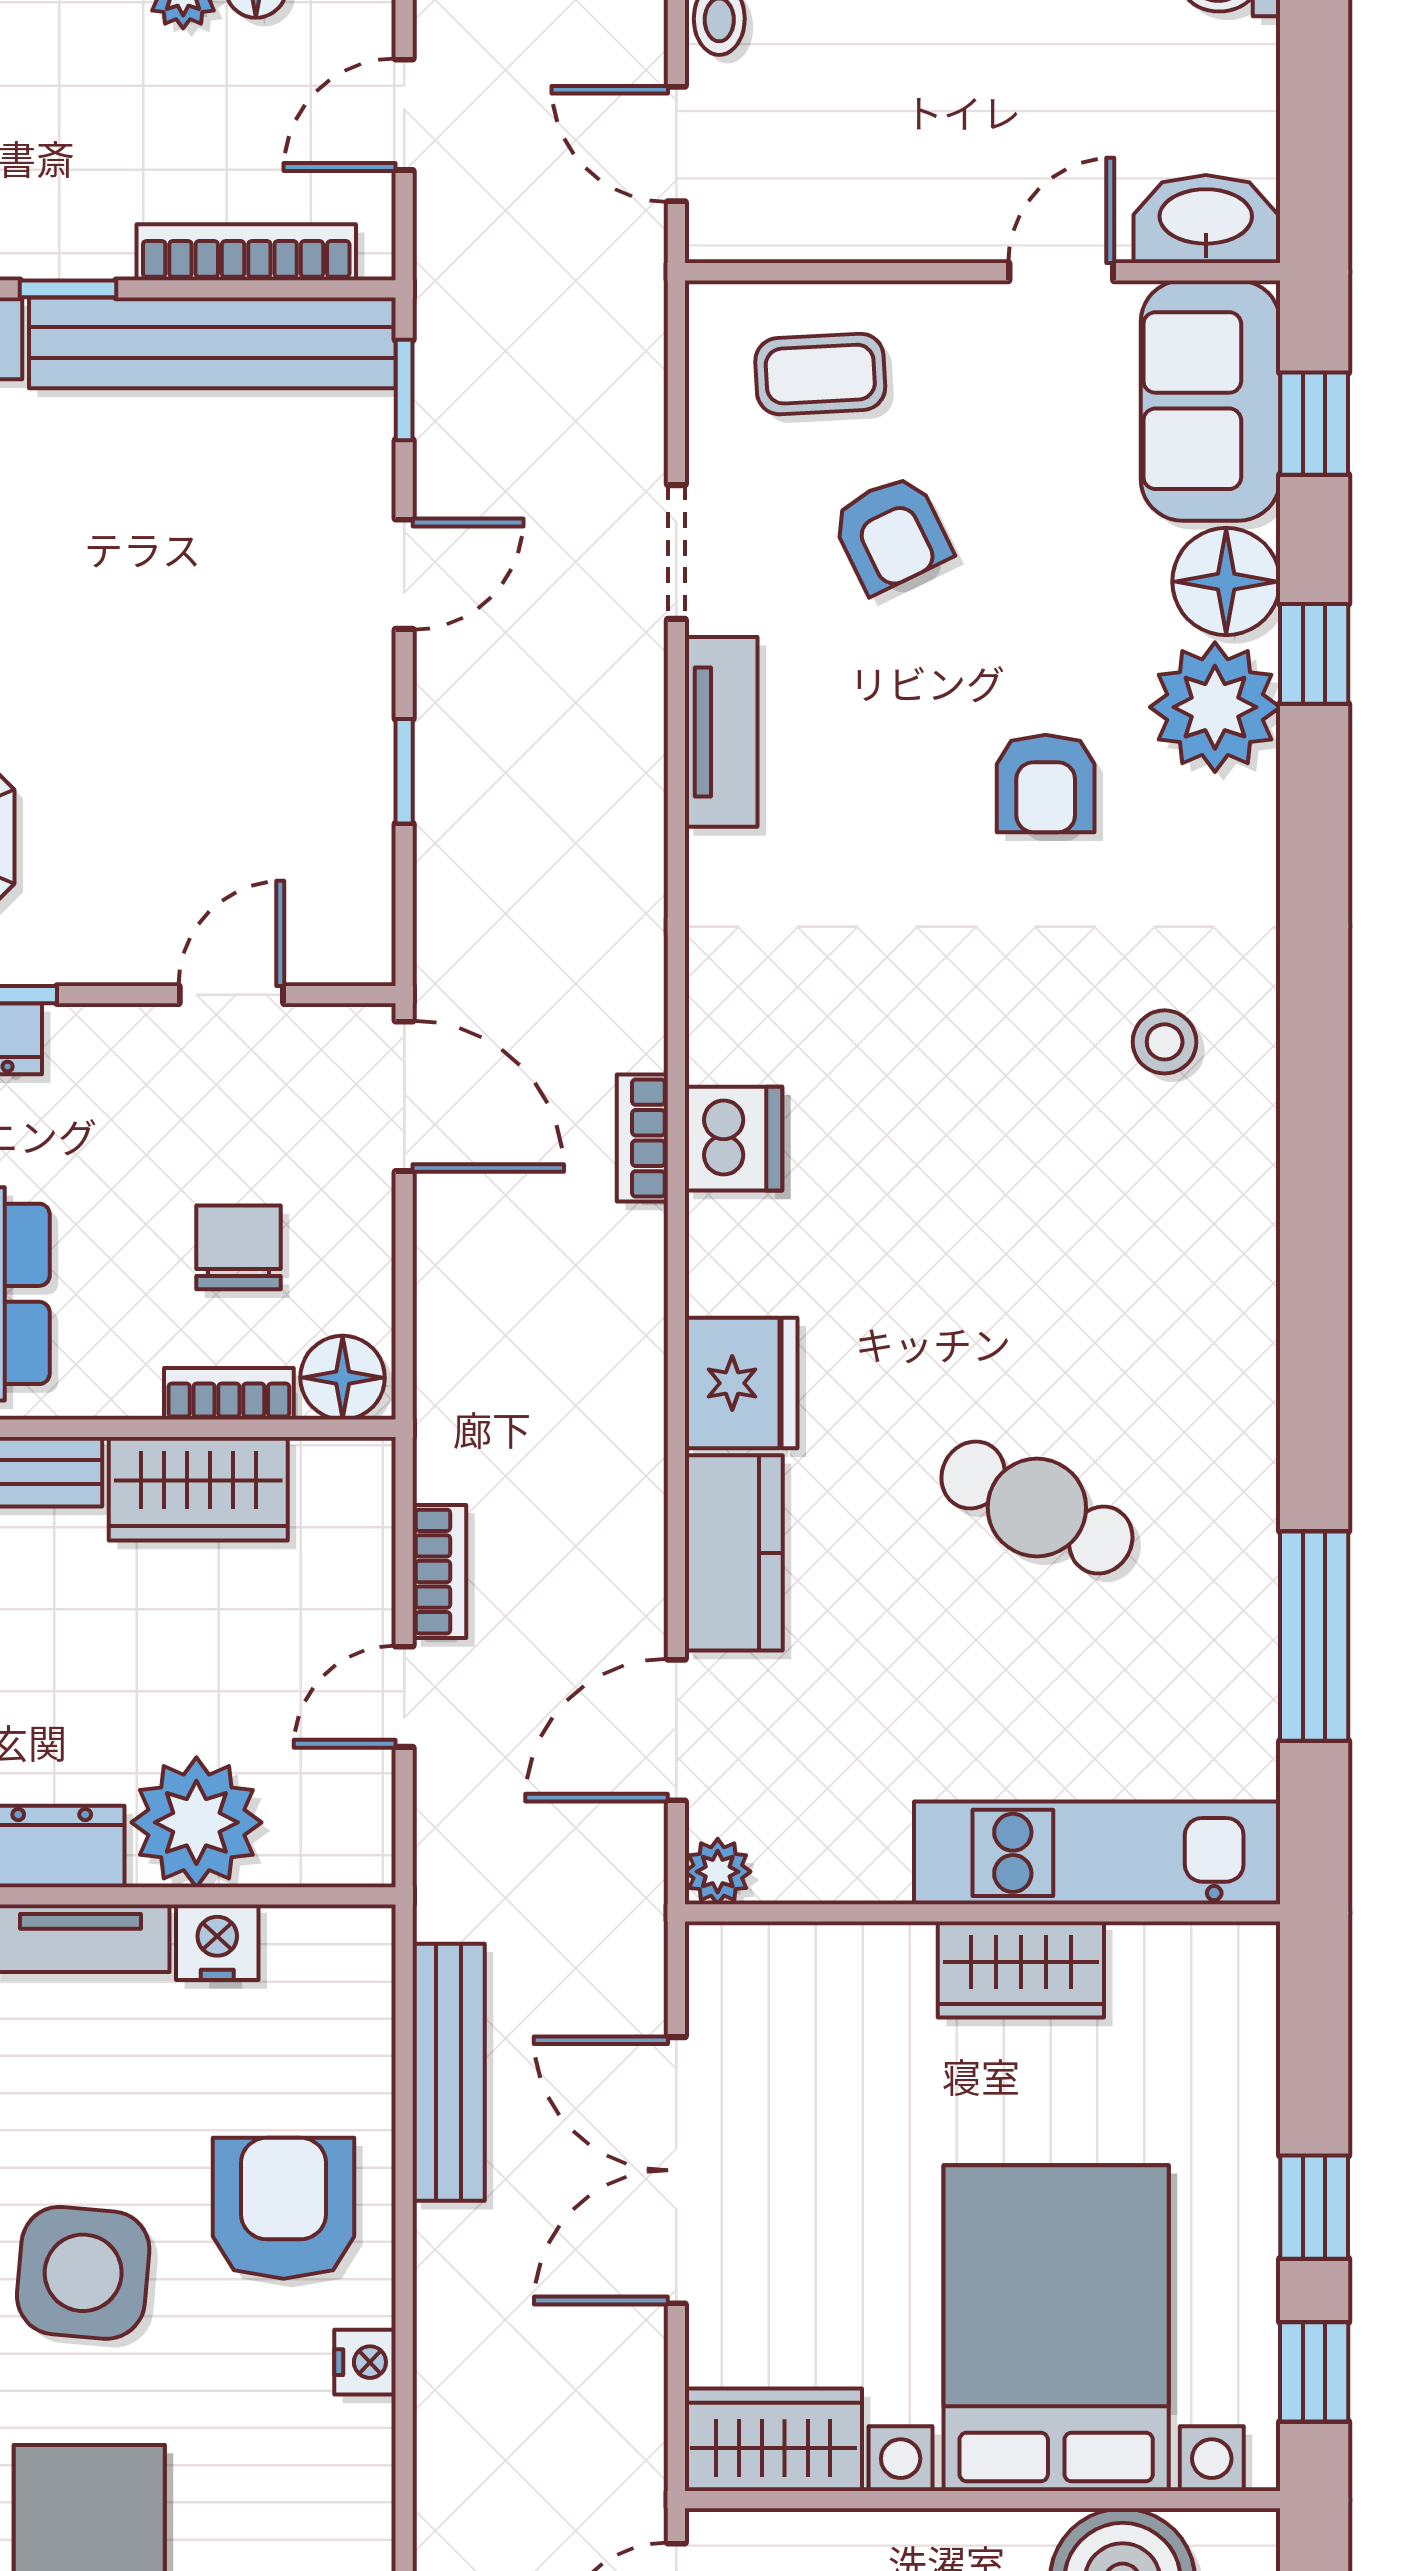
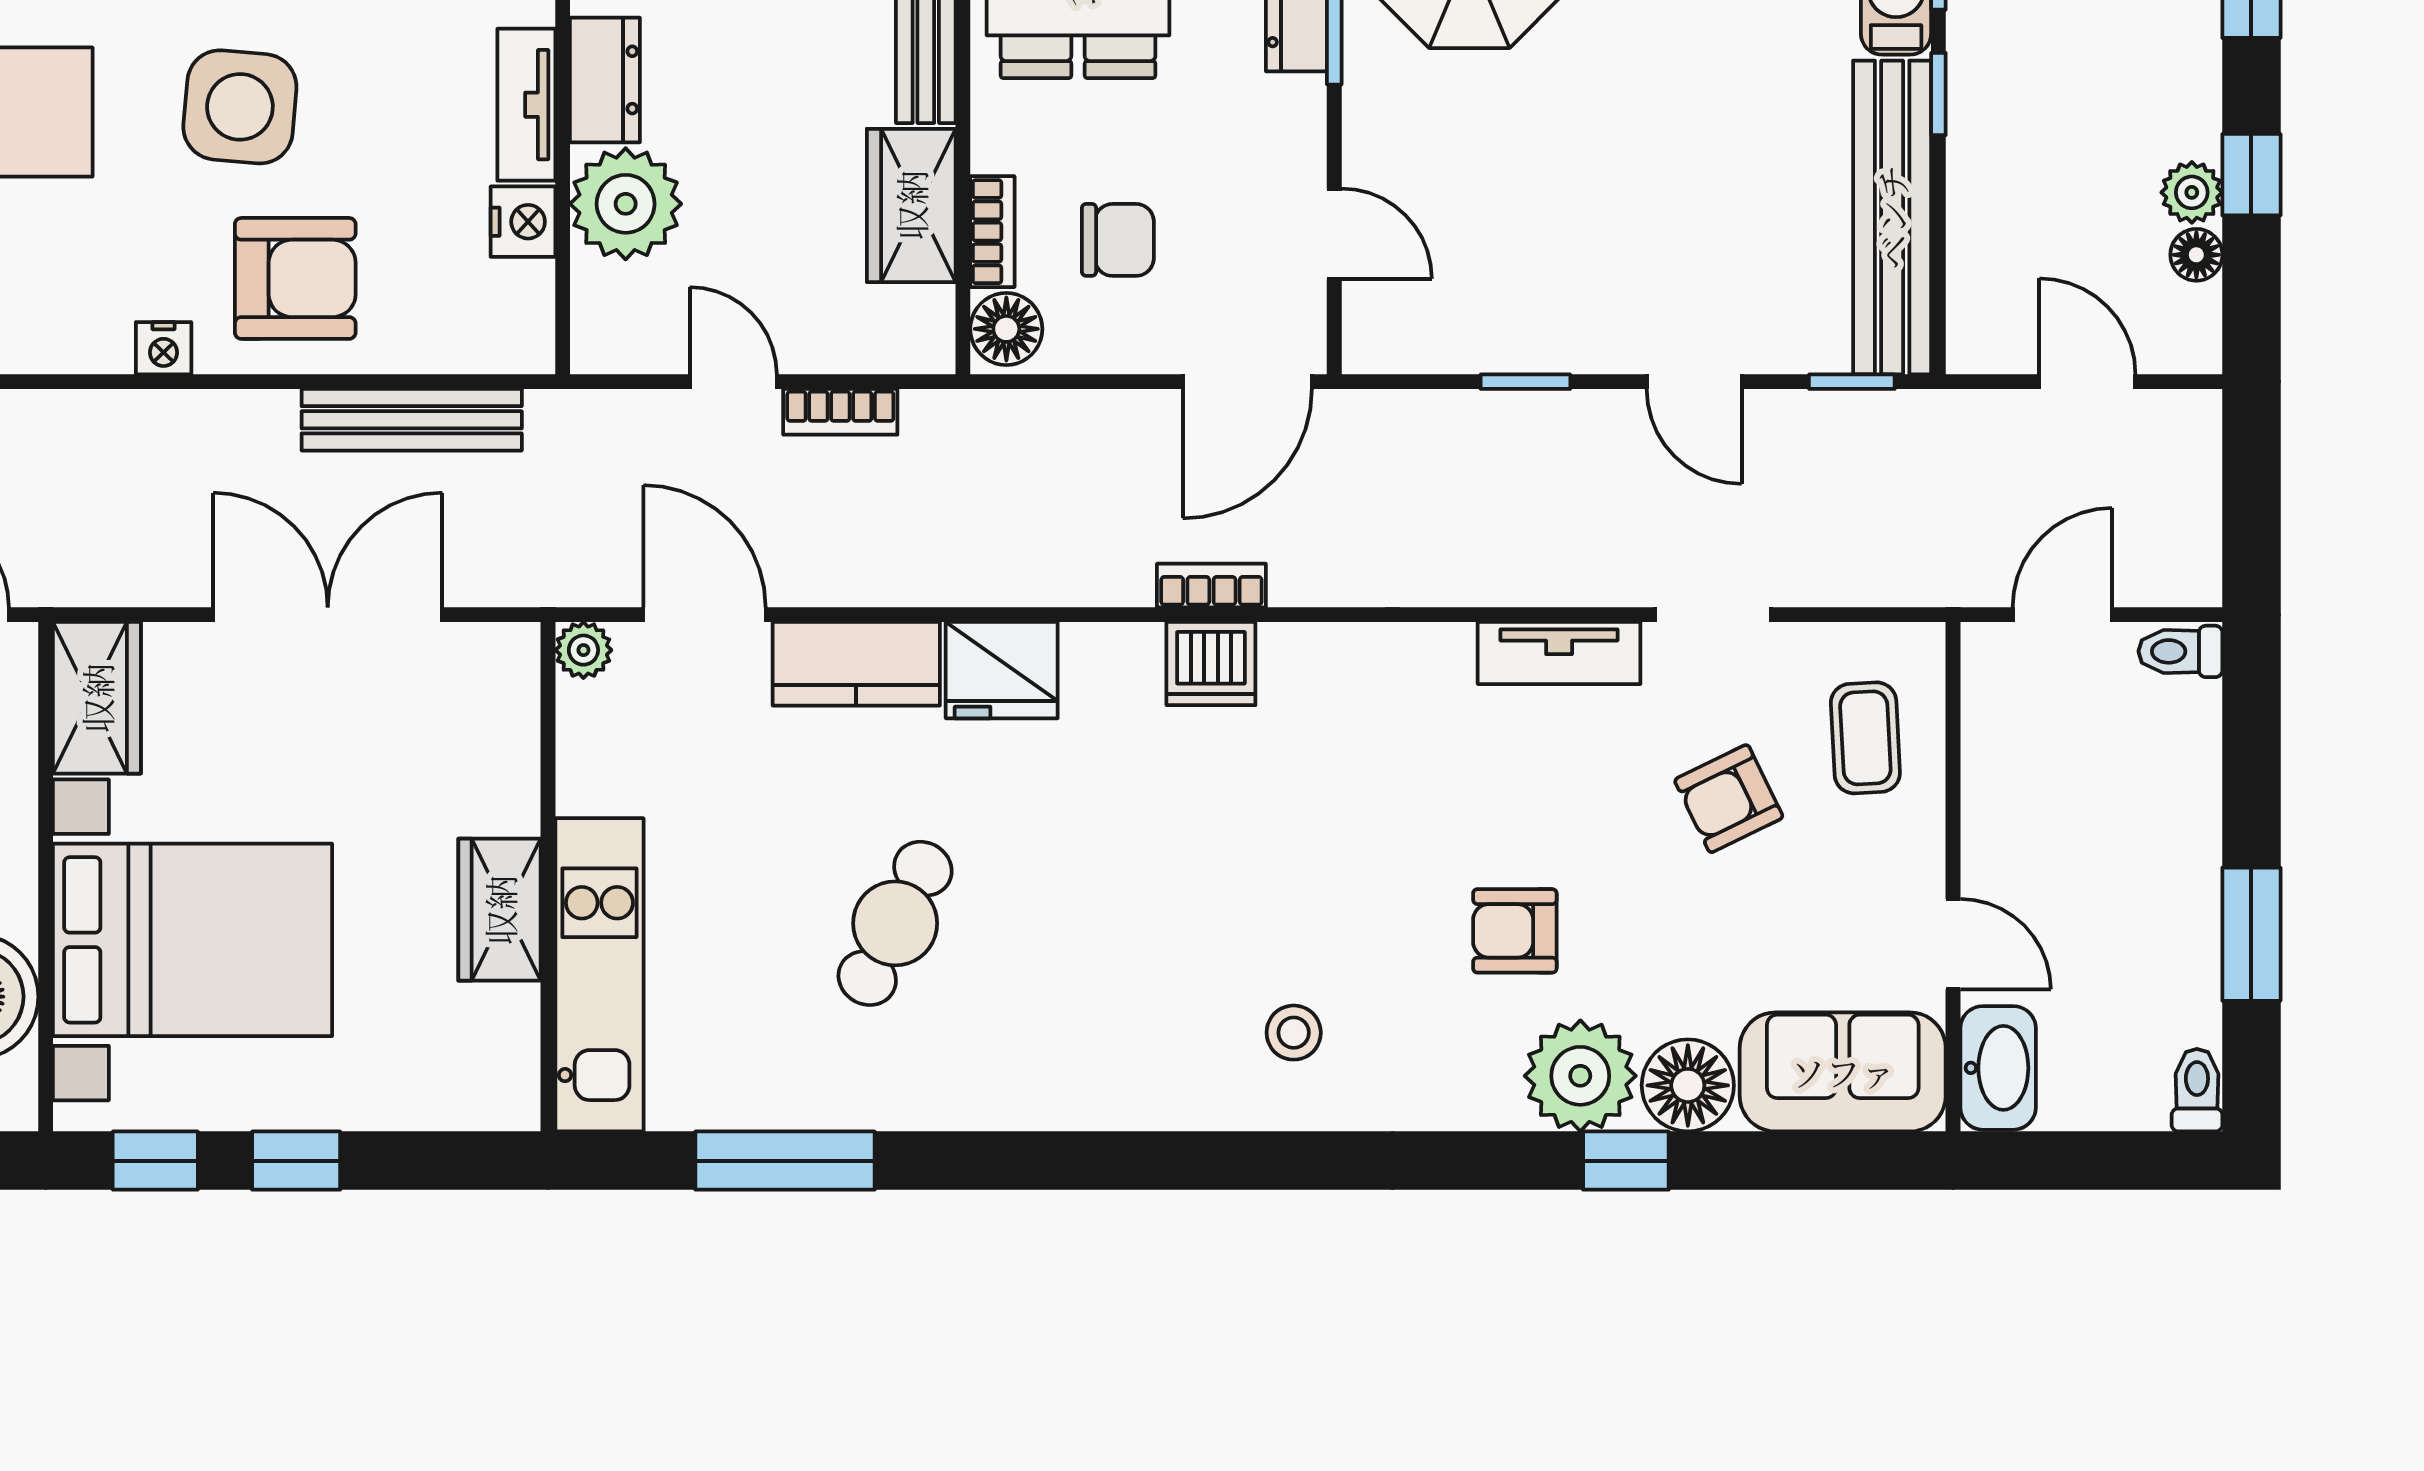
bookcase: (246, 252) -> (1970, 246), removed
window: (1314, 424) -> (1823, 1161), removed

